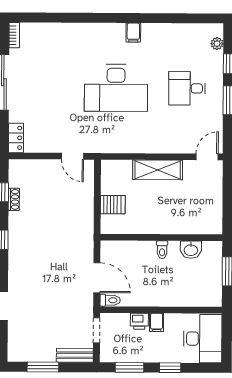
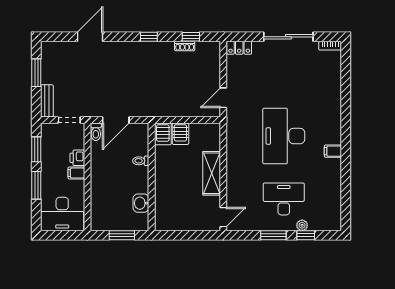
plant: (217, 44) -> (302, 225), moved
desk: (187, 88) -> (284, 199), width x1.37
door: (207, 157) -> (223, 217), hinge flipped
server rack: (113, 225) -> (163, 134), added
toilet: (162, 250) -> (141, 161), moved
window: (170, 368) -> (36, 185), width x1.50

